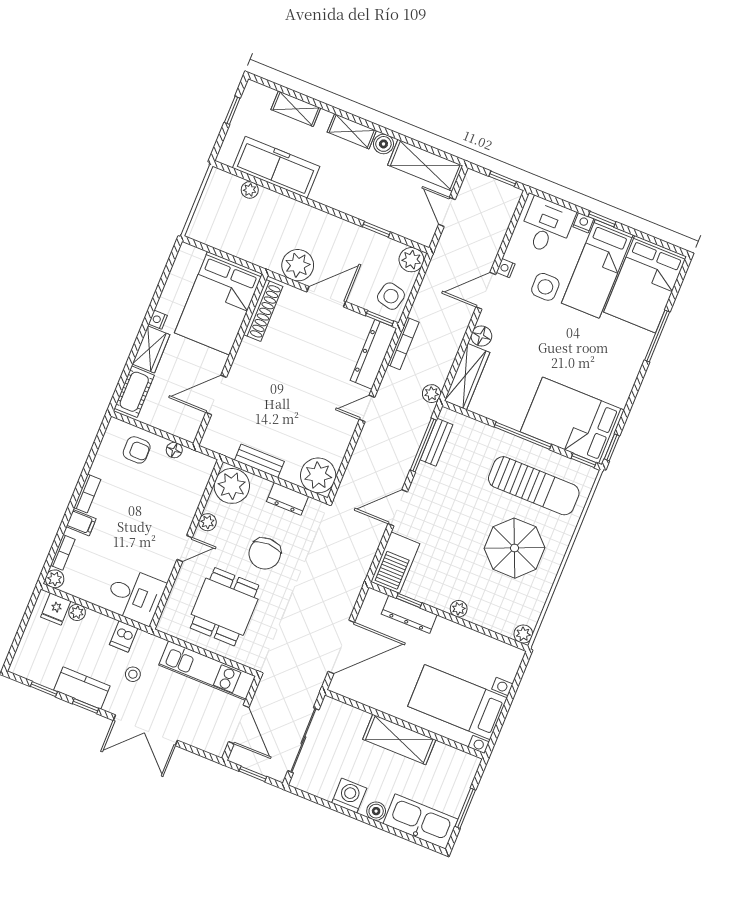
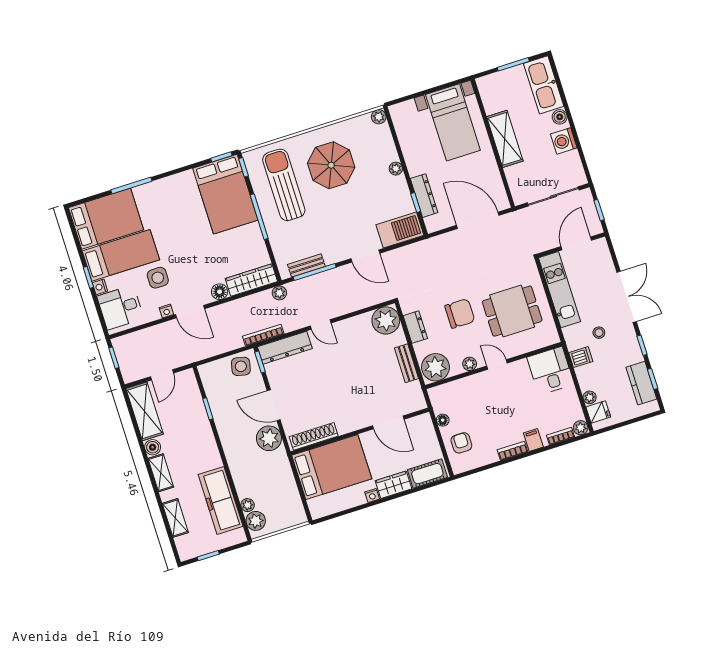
plant: (411, 260) -> (256, 521), moved
kitchen counter: (82, 688) -> (641, 383), moved

